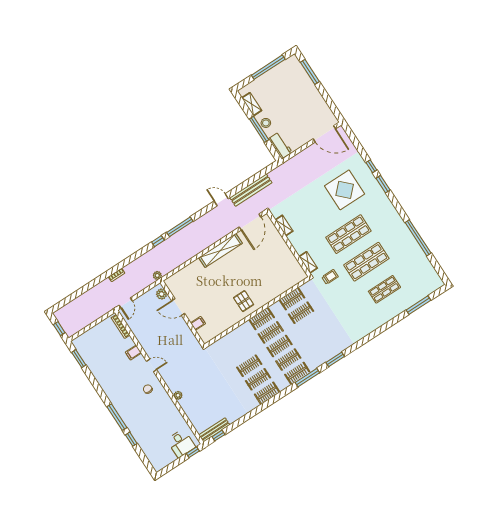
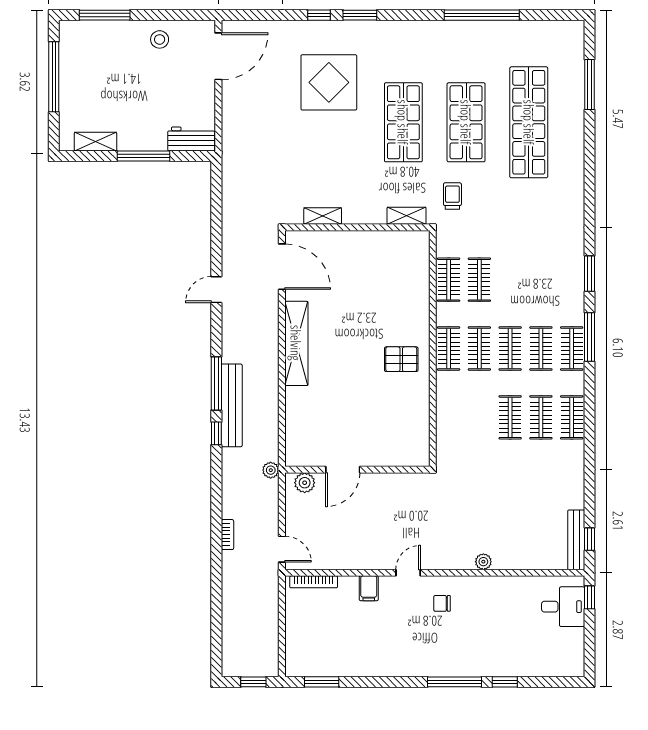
stool: (266, 123) -> (160, 39), moved
bench: (251, 190) -> (232, 405), moved
shop shelf: (384, 289) -> (529, 122), width x2.00, depth x1.36
filing cabinet: (198, 323) -> (389, 455), removed

